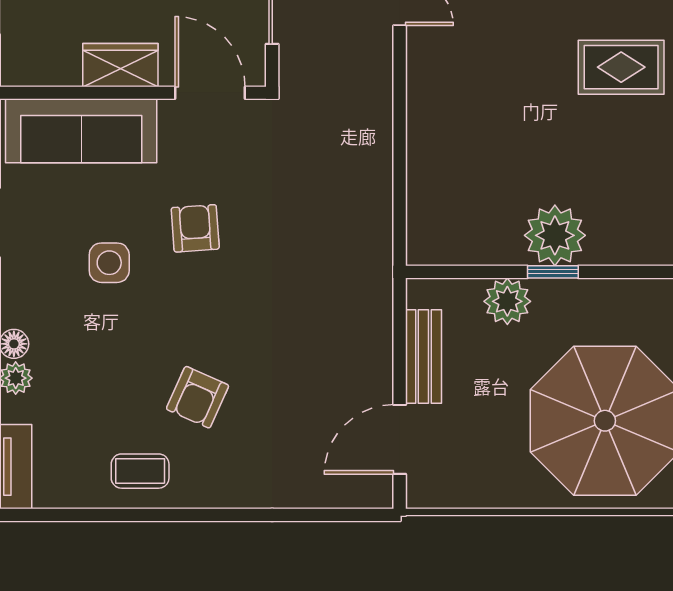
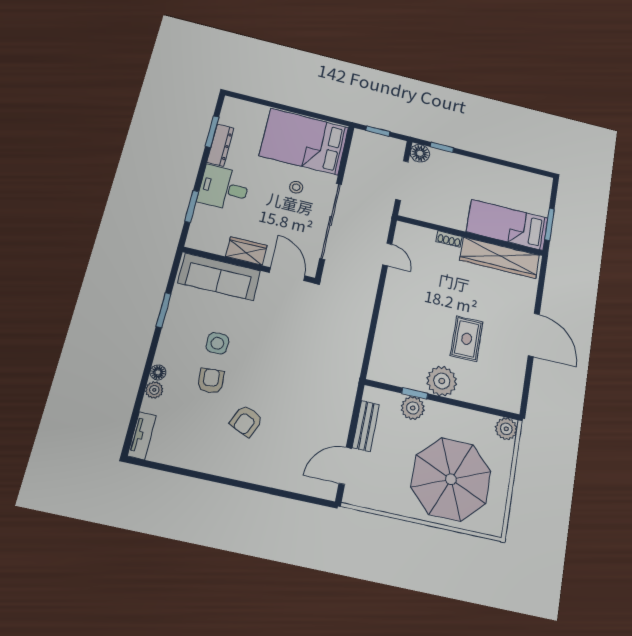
rug: (621, 67) -> (467, 339), moved, turned 90
armchair: (195, 228) -> (211, 381), moved
window: (553, 272) -> (415, 393), moved
coffee table: (140, 471) -> (207, 453), removed

